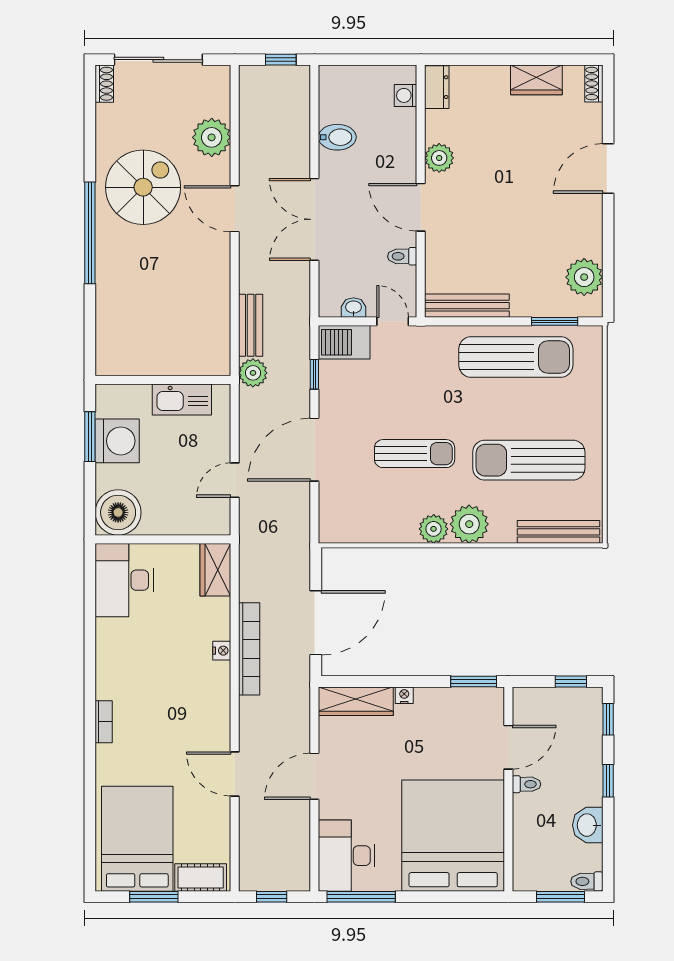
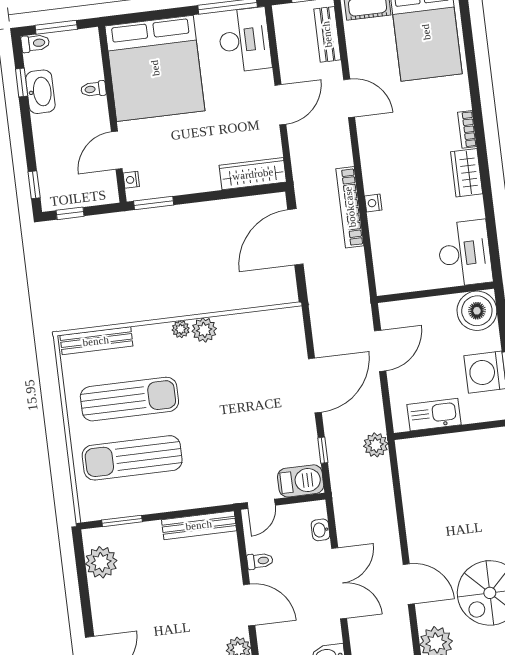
washbasin: (354, 308) -> (321, 530), moved, turned 90
door: (393, 321) -> (261, 504), hinge flipped
bench: (251, 325) -> (327, 34), moved
sun lounger: (516, 357) -> (132, 458), moved
sun lounger: (415, 454) -> (228, 393), removed
door: (235, 480) -> (380, 351), width x1.38
plant: (469, 524) -> (181, 329), width x0.53, depth x0.53
wardrobe: (215, 570) -> (467, 173), moved, turned 180
nightstand: (404, 695) -> (131, 180), moved, turned 90
window: (608, 781) -> (22, 83), moved
toilet: (527, 784) -> (93, 89), moved
washbasin: (588, 825) -> (40, 92), width x1.38

